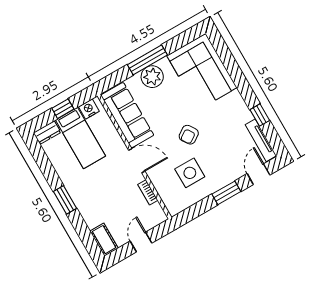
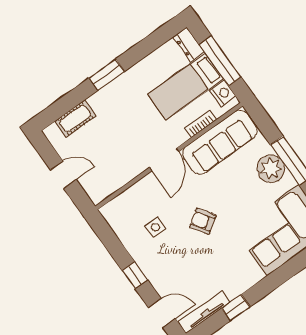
window: (63, 109) -> (220, 61), width x2.17
side table: (190, 173) -> (155, 227), width x0.54, depth x0.54
bookcase: (148, 192) -> (200, 124), moved
window: (226, 193) -> (135, 275), width x0.67
cot: (104, 240) -> (75, 119), moved

